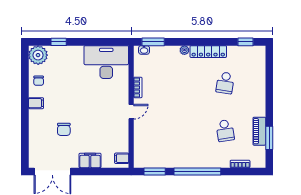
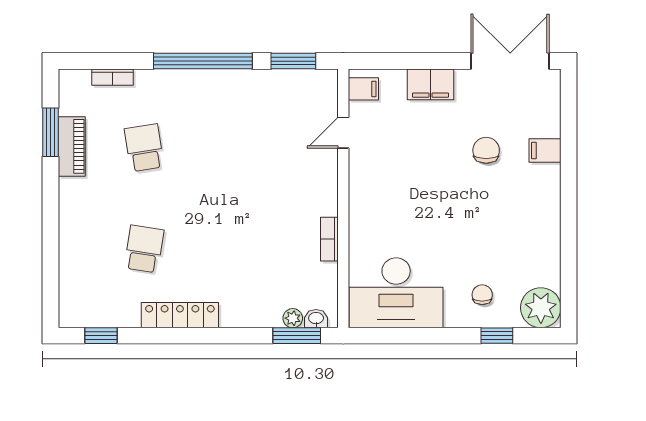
plant: (184, 50) -> (293, 318), moved
chair: (39, 81) -> (482, 295), moved
filing cabinet: (36, 103) -> (545, 150), moved
door: (131, 112) -> (343, 133), moved

